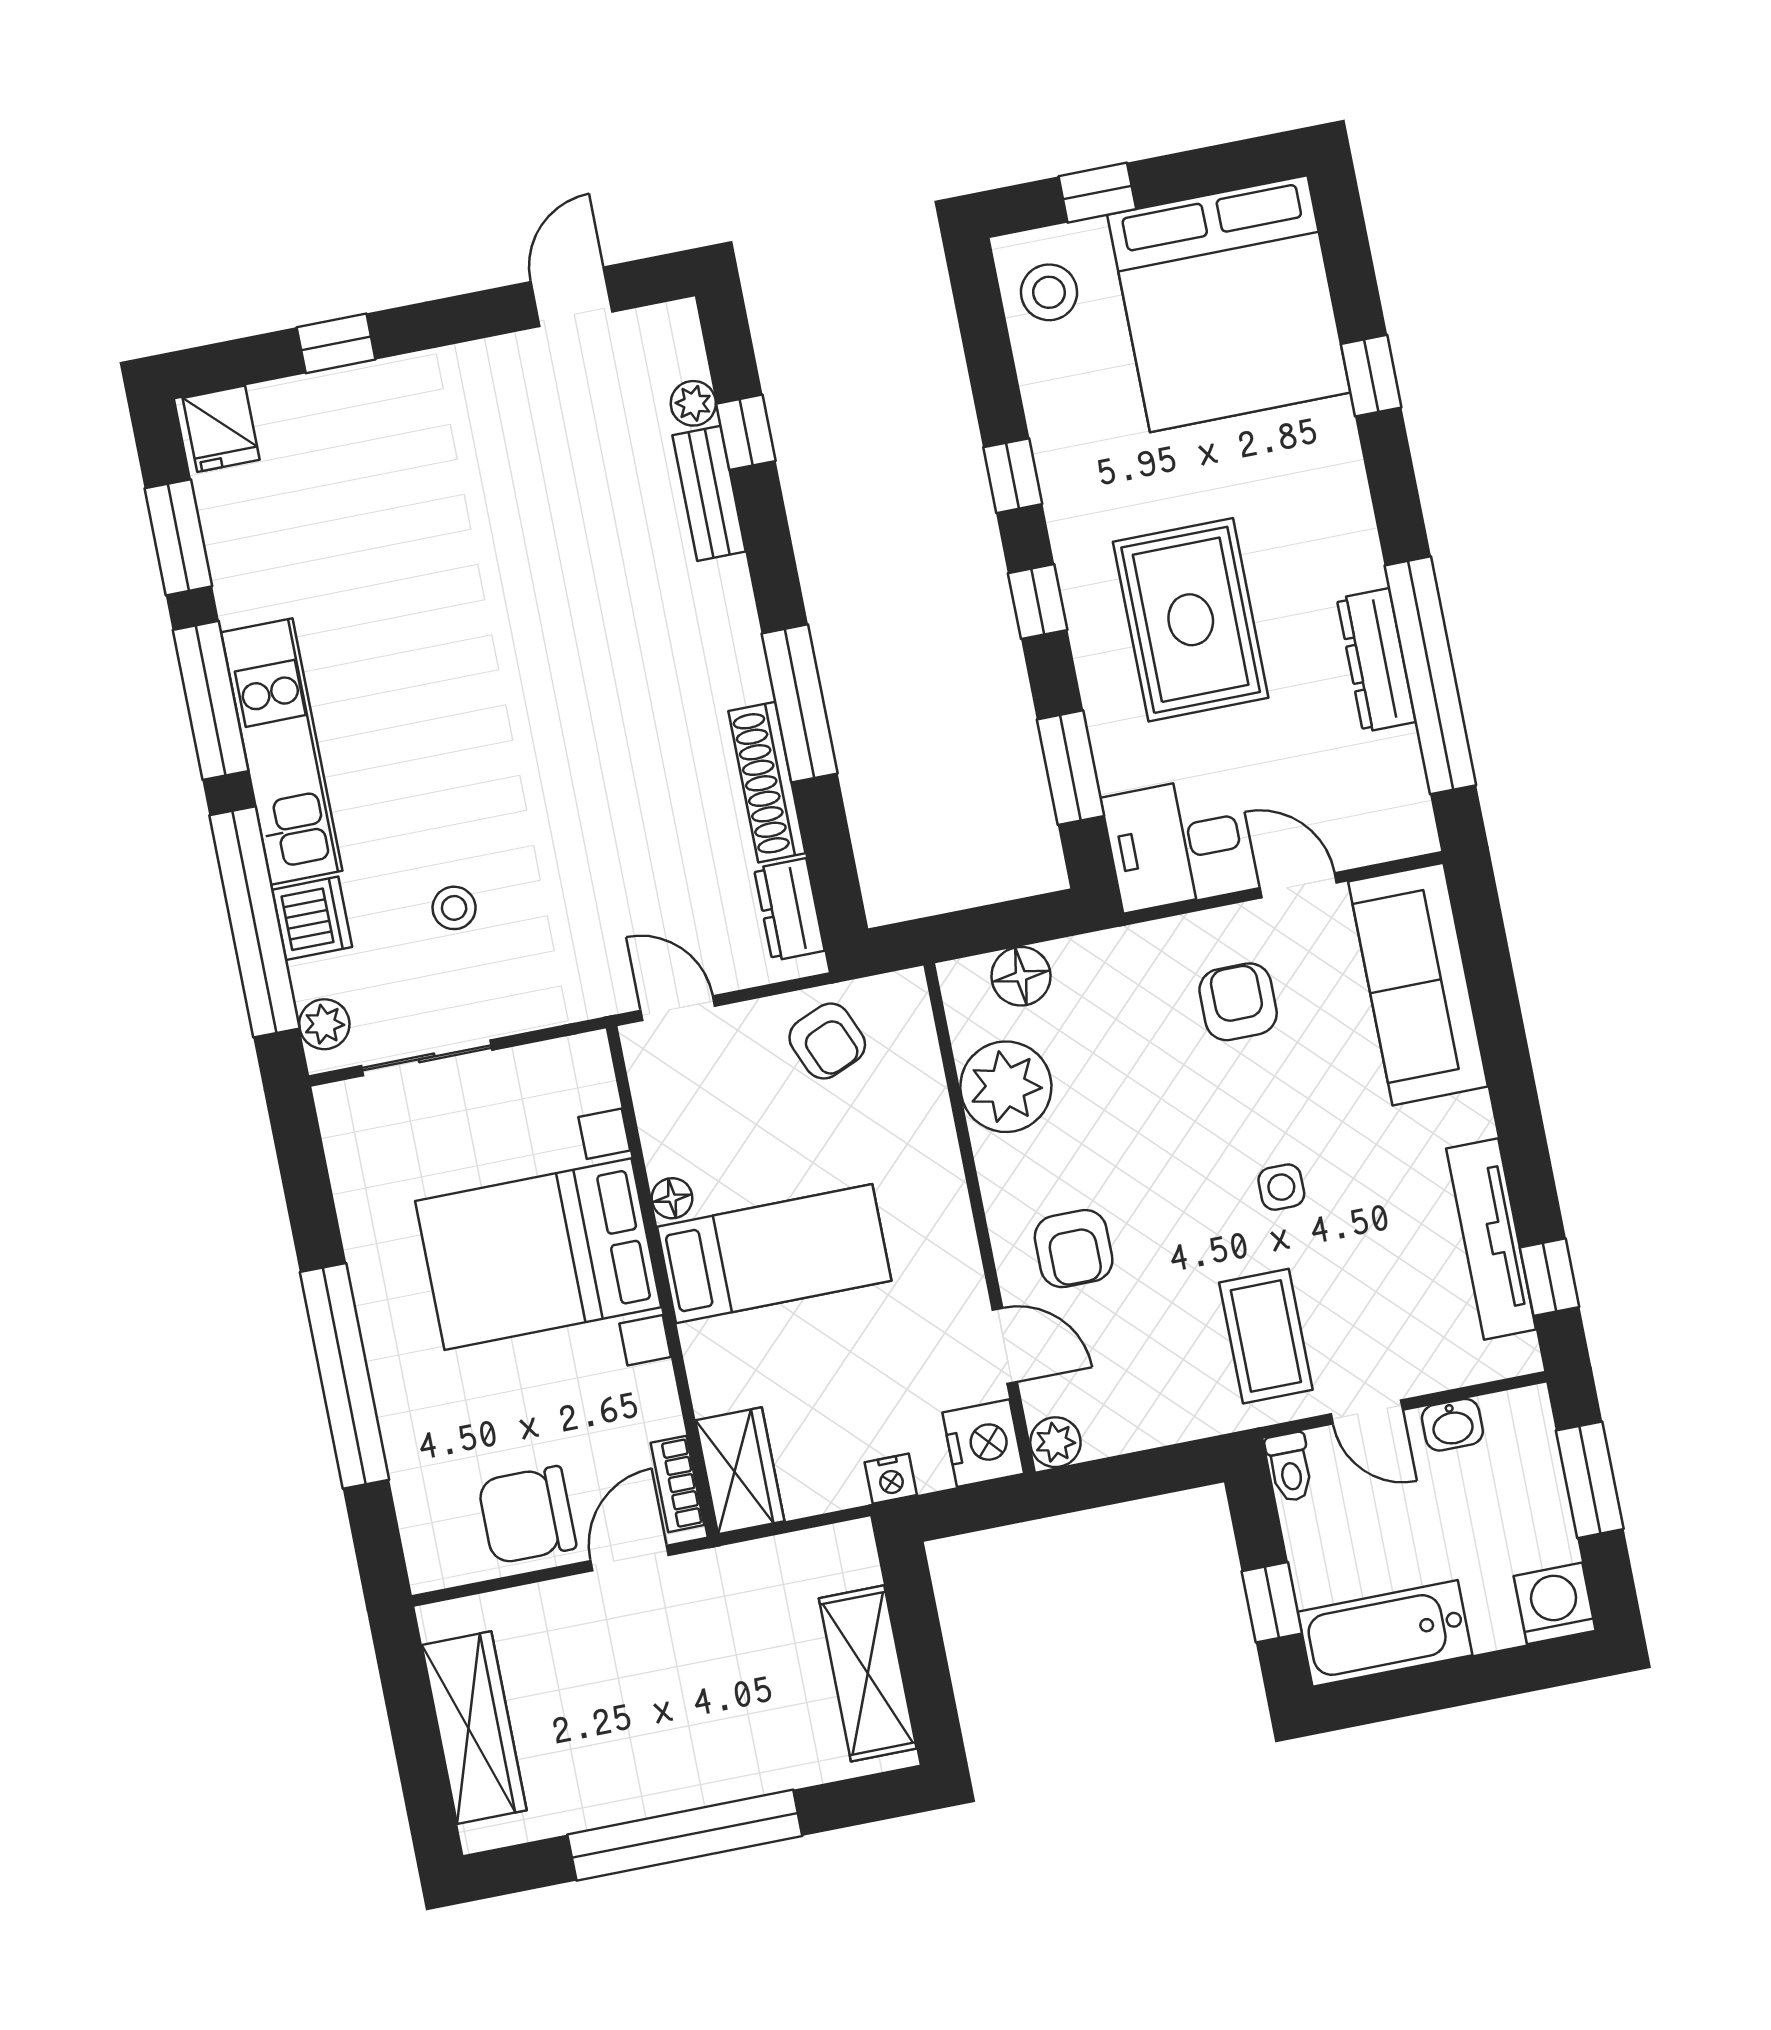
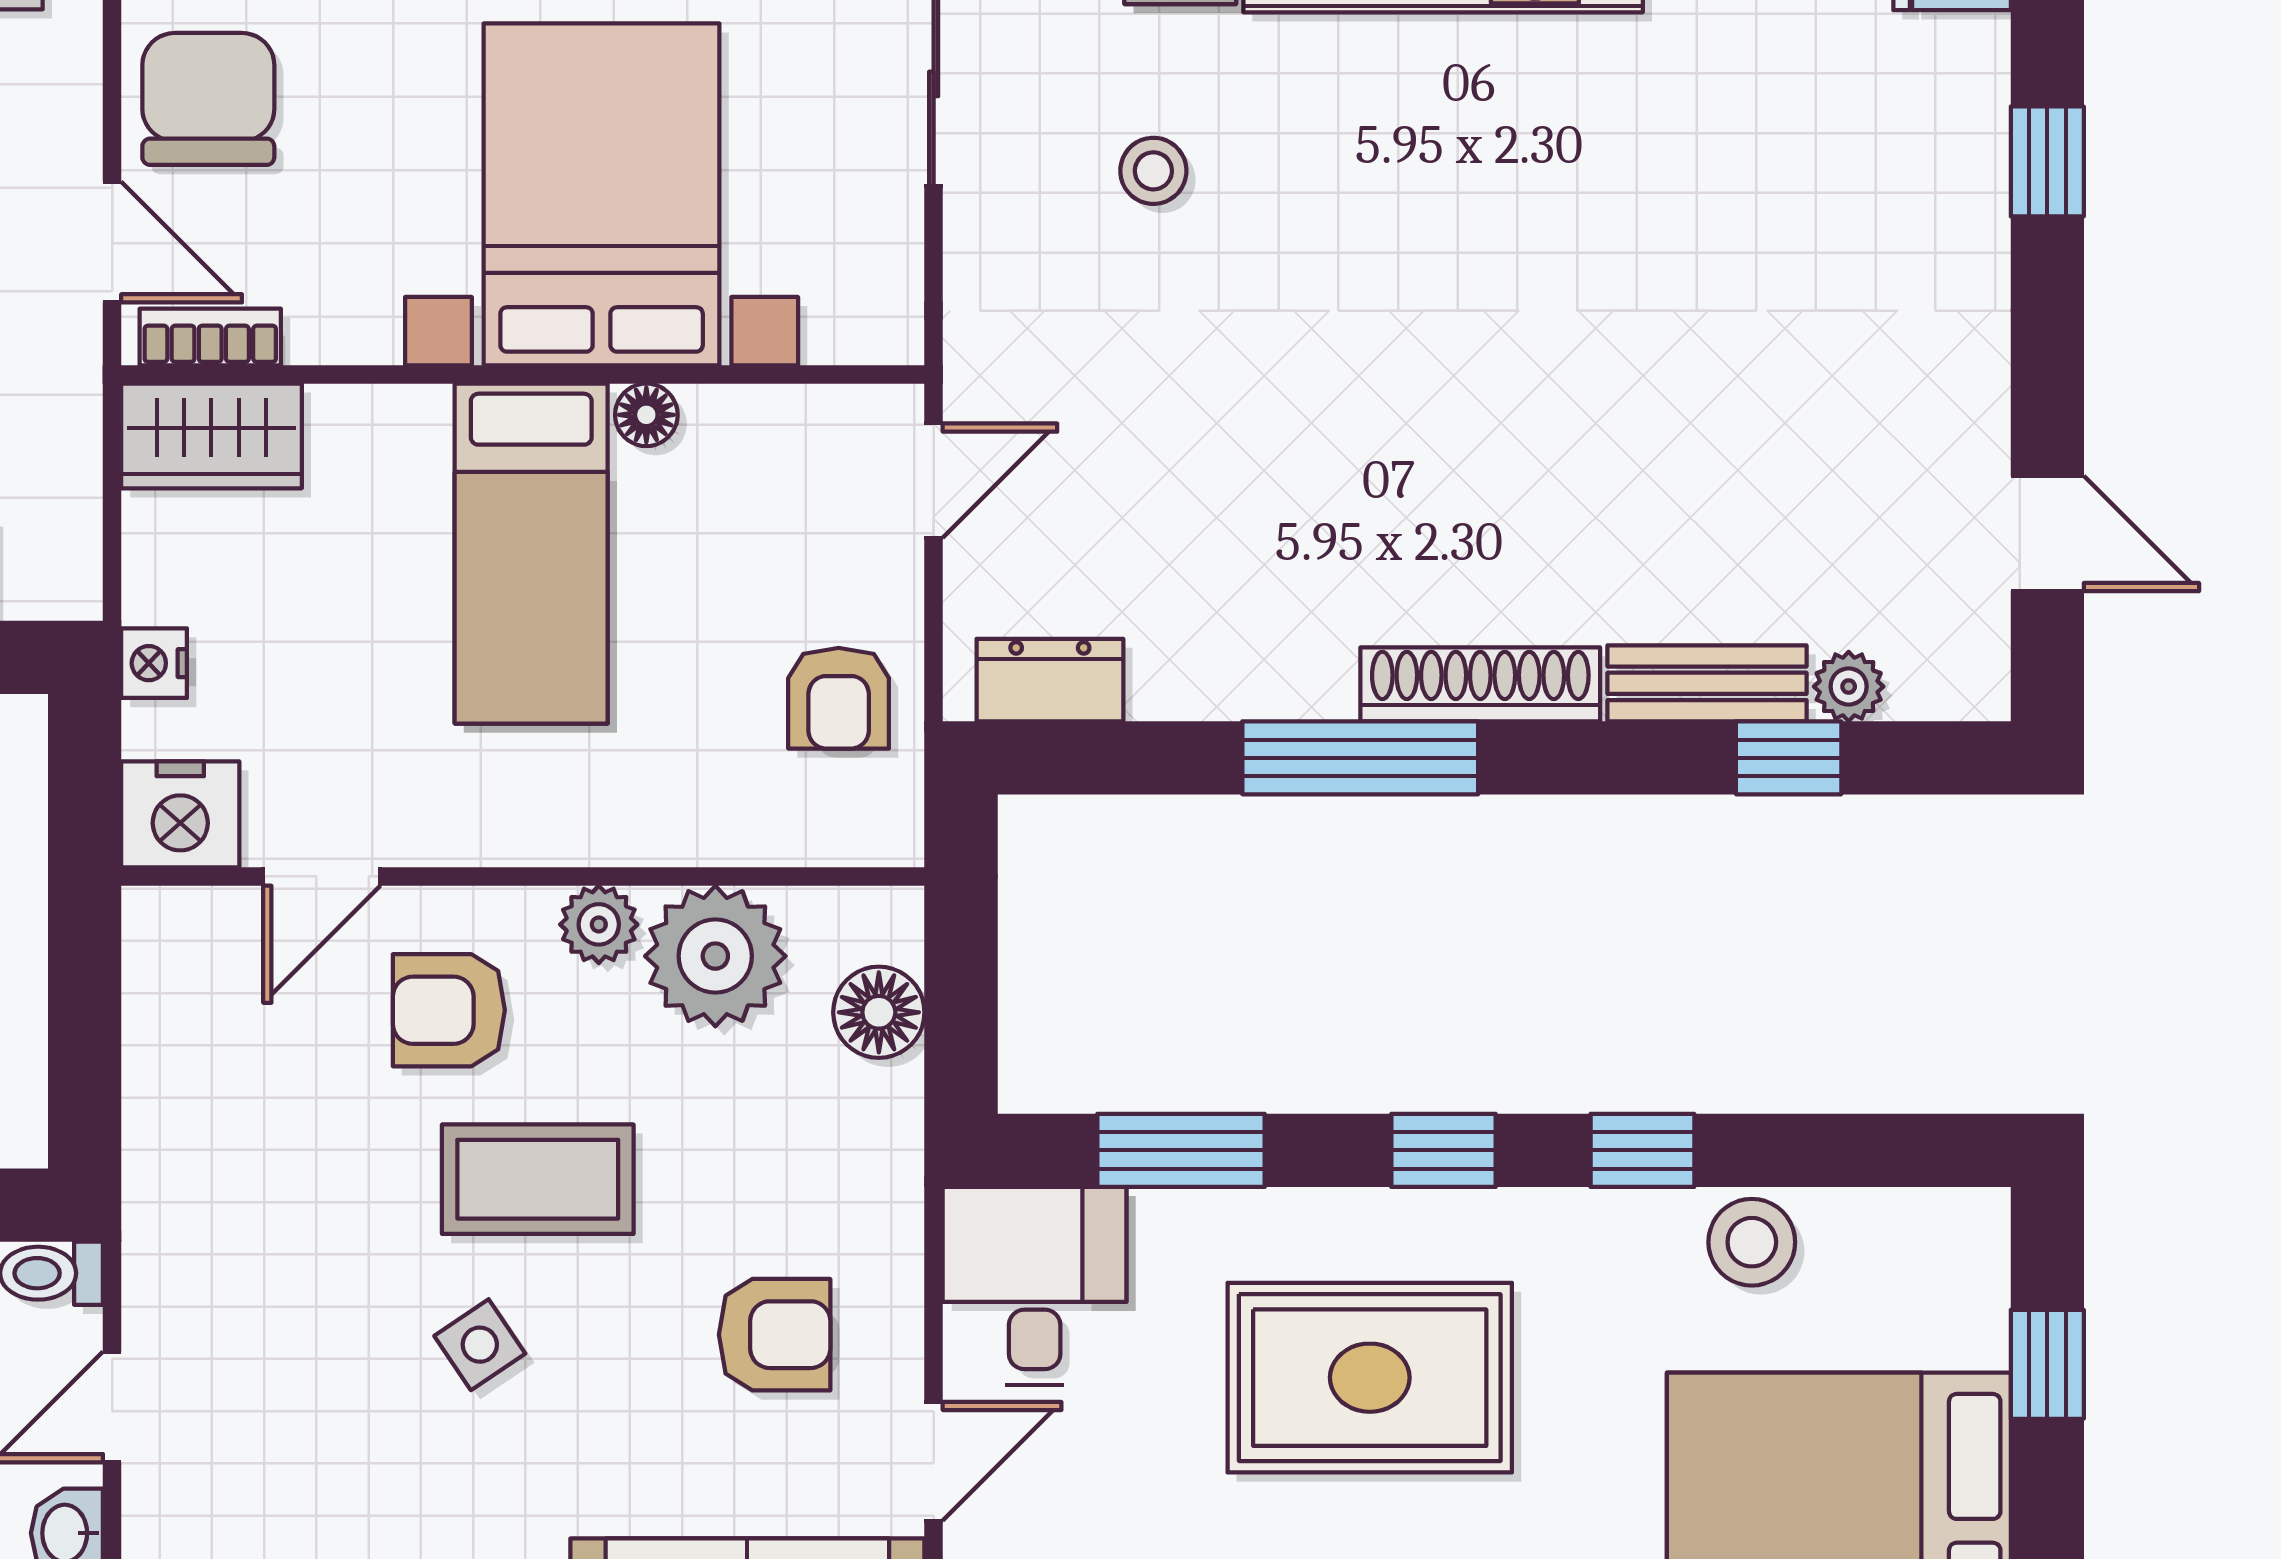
stool: (1049, 292) -> (1752, 1242), moved
shoe rack: (767, 782) -> (1480, 684), moved
armchair: (827, 1041) -> (839, 698), turned -67
side table: (1281, 1187) -> (480, 1345), turned -34
coffee table: (1266, 1336) -> (538, 1179), moved
plant: (1055, 1442) -> (599, 924), moved

